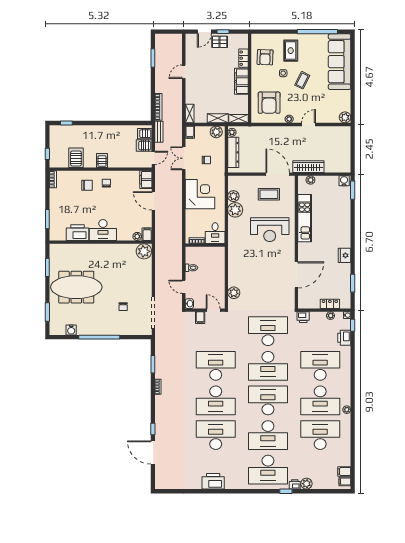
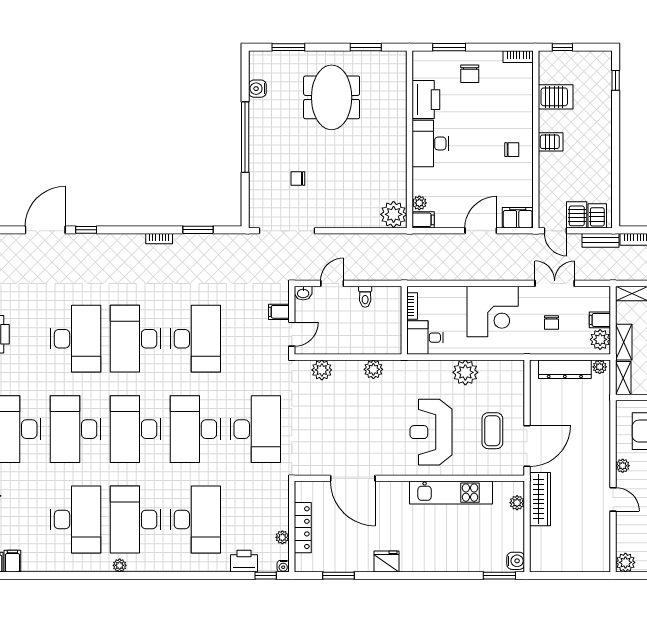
filing cabinet: (190, 132) -> (600, 320), moved
chair: (87, 185) -> (470, 74), moved
plant: (233, 196) -> (373, 369), moved
meeting table: (76, 287) -> (332, 97), width x0.73
locker: (330, 304) -> (303, 528), width x1.53
printer: (303, 317) -> (280, 490), removed
desk: (268, 400) -> (135, 429), turned 180

